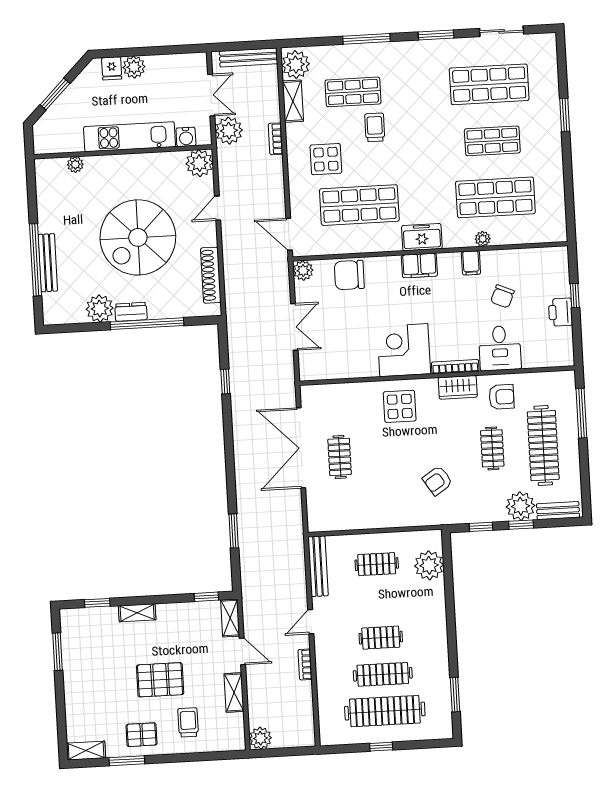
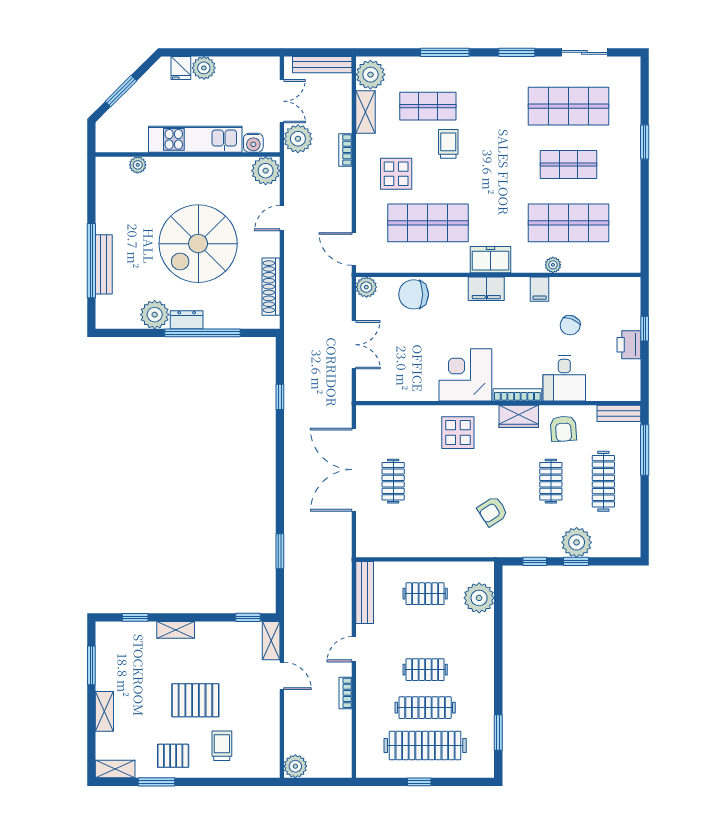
armchair: (502, 397) -> (563, 429), turned 86
clothes rail: (543, 446) -> (603, 481), width x0.73, depth x0.76
bench: (558, 511) -> (619, 413), moved
shelving: (234, 692) -> (104, 711), moved

